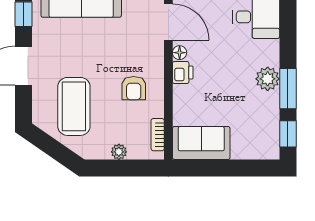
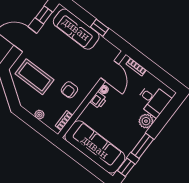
plant: (268, 79) -> (146, 121), moved
coffee table: (74, 106) -> (34, 77), turned 90
sofa: (201, 143) -> (95, 147), width x1.85, depth x1.27

